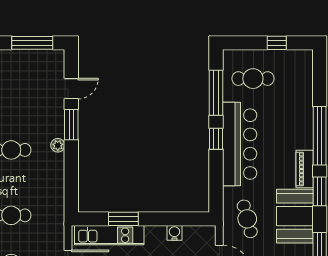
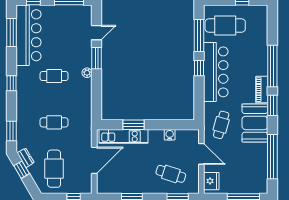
cafe table: (253, 79) -> (225, 26), width x1.37, depth x1.35
cafe table: (247, 219) -> (221, 125), turned 31

